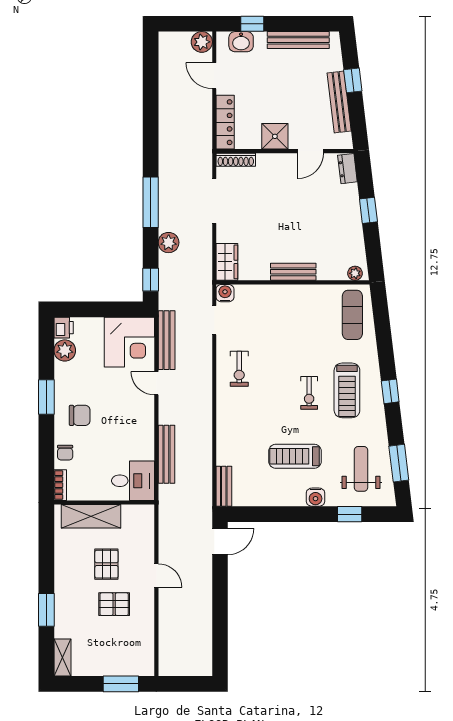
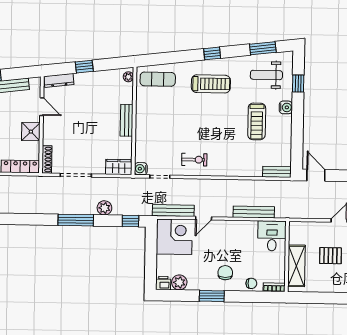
dresser: (347, 169) -> (59, 80), width x1.44
exercise bike: (309, 393) -> (212, 111), removed

